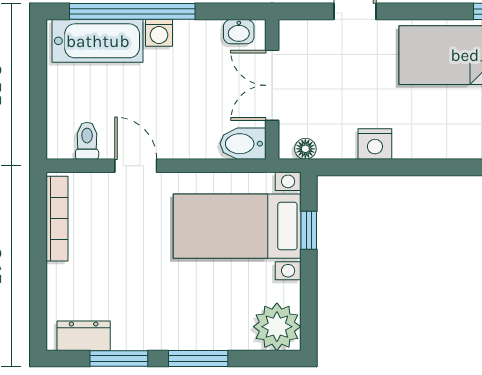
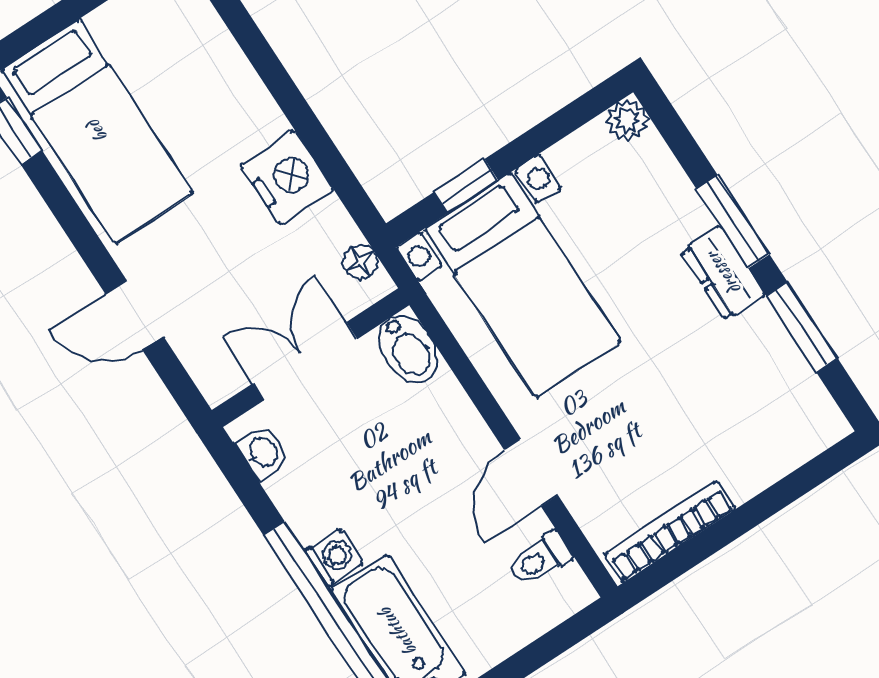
double door: (272, 85) -> (305, 361), swing flipped
nightstand: (375, 144) -> (287, 178), width x1.36, depth x1.33
plant: (277, 327) -> (627, 120), width x0.53, depth x0.53
dresser: (84, 336) -> (723, 273), moved

